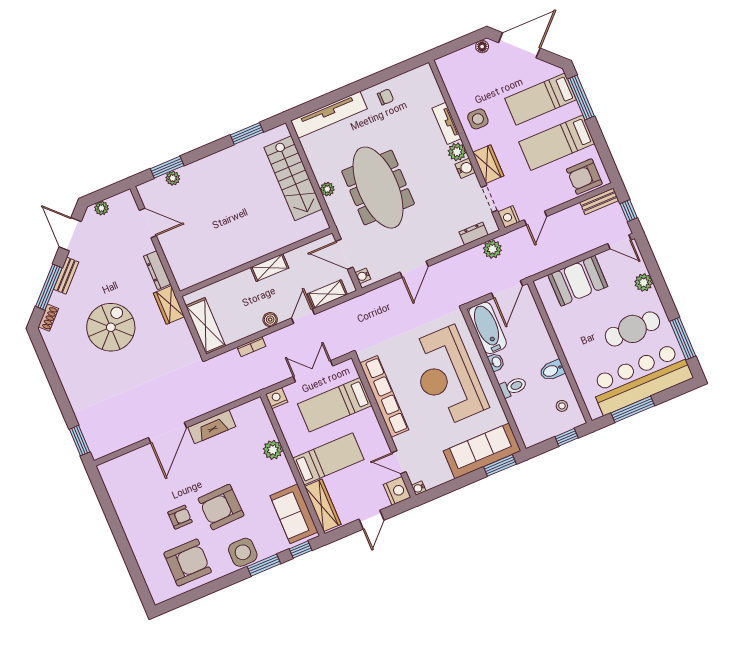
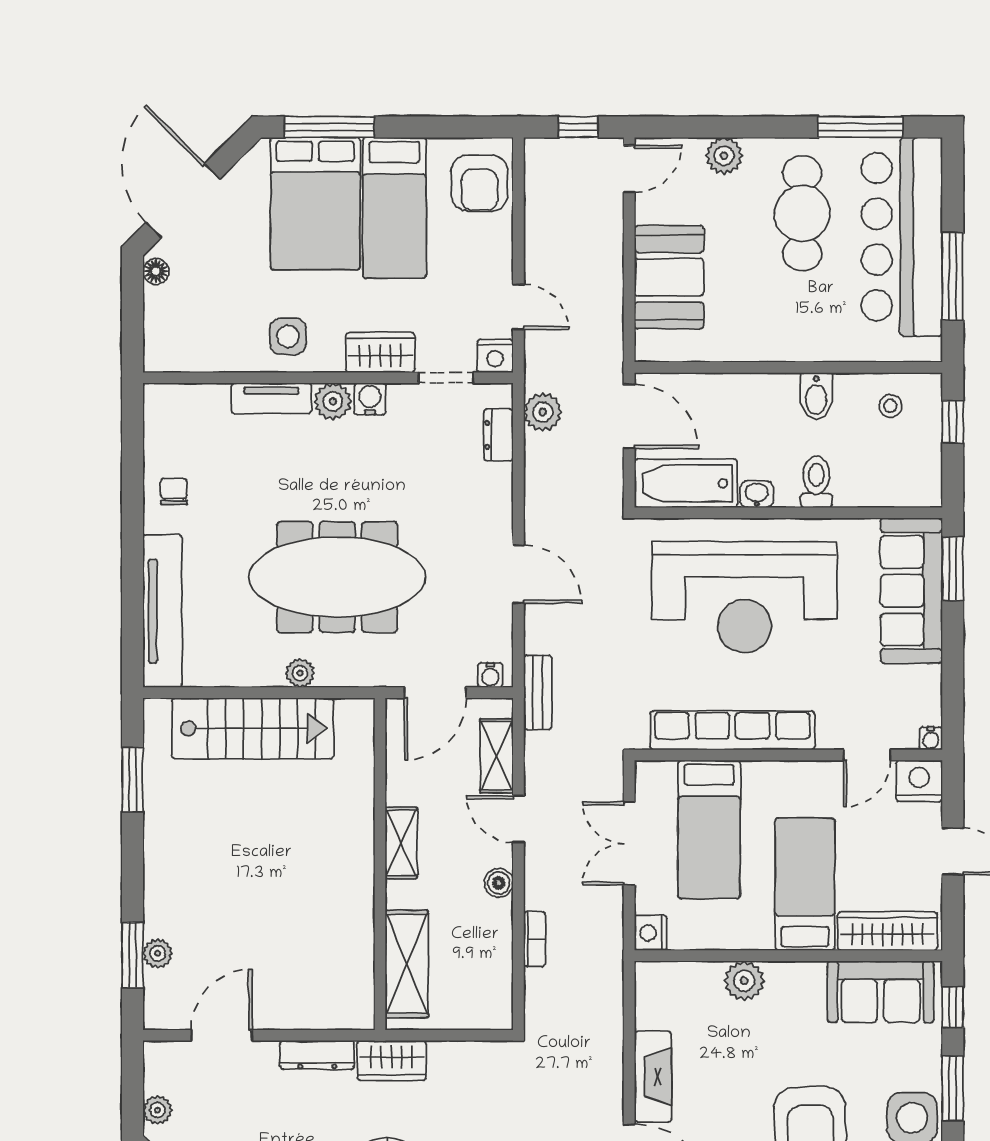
bed: (541, 99) -> (315, 204), width x1.50
bench: (599, 201) -> (538, 692), moved
shelving: (206, 326) -> (407, 964), moved, turned 90

